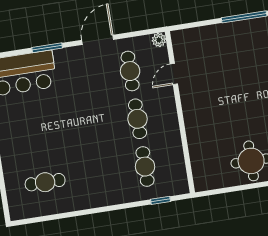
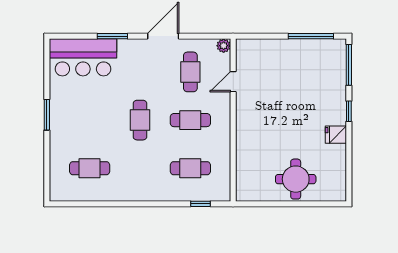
cafe table: (138, 119) -> (190, 120), turned 90
cafe table: (88, 127) -> (140, 120), added
cafe table: (145, 167) -> (190, 168), turned 90

